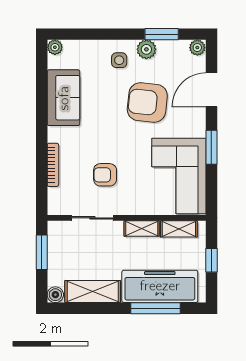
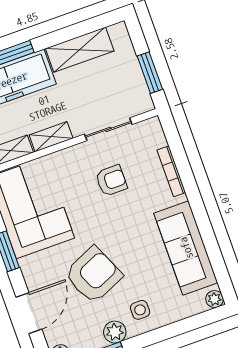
sofa: (64, 98) -> (186, 248), width x1.36
armchair: (147, 102) -> (93, 275), turned -30
boiler: (55, 295) -> (119, 32), removed

